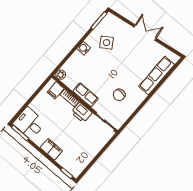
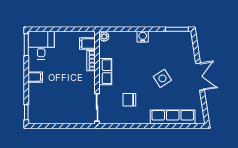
side table: (106, 43) -> (162, 78), moved
printer: (82, 113) -> (88, 81), removed
filing cabinet: (51, 149) -> (35, 77), width x0.50

